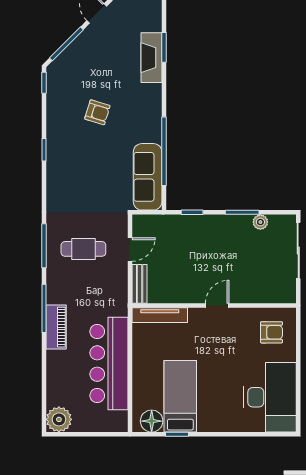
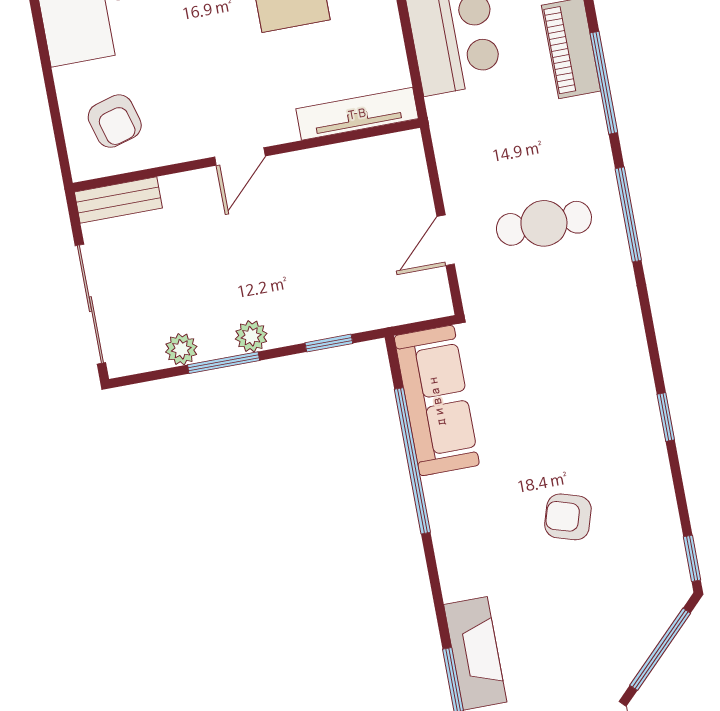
plant: (227, 222) -> (251, 336), added
bench: (140, 284) -> (118, 200), moved, turned 90
armchair: (272, 332) -> (115, 121), turned -106

